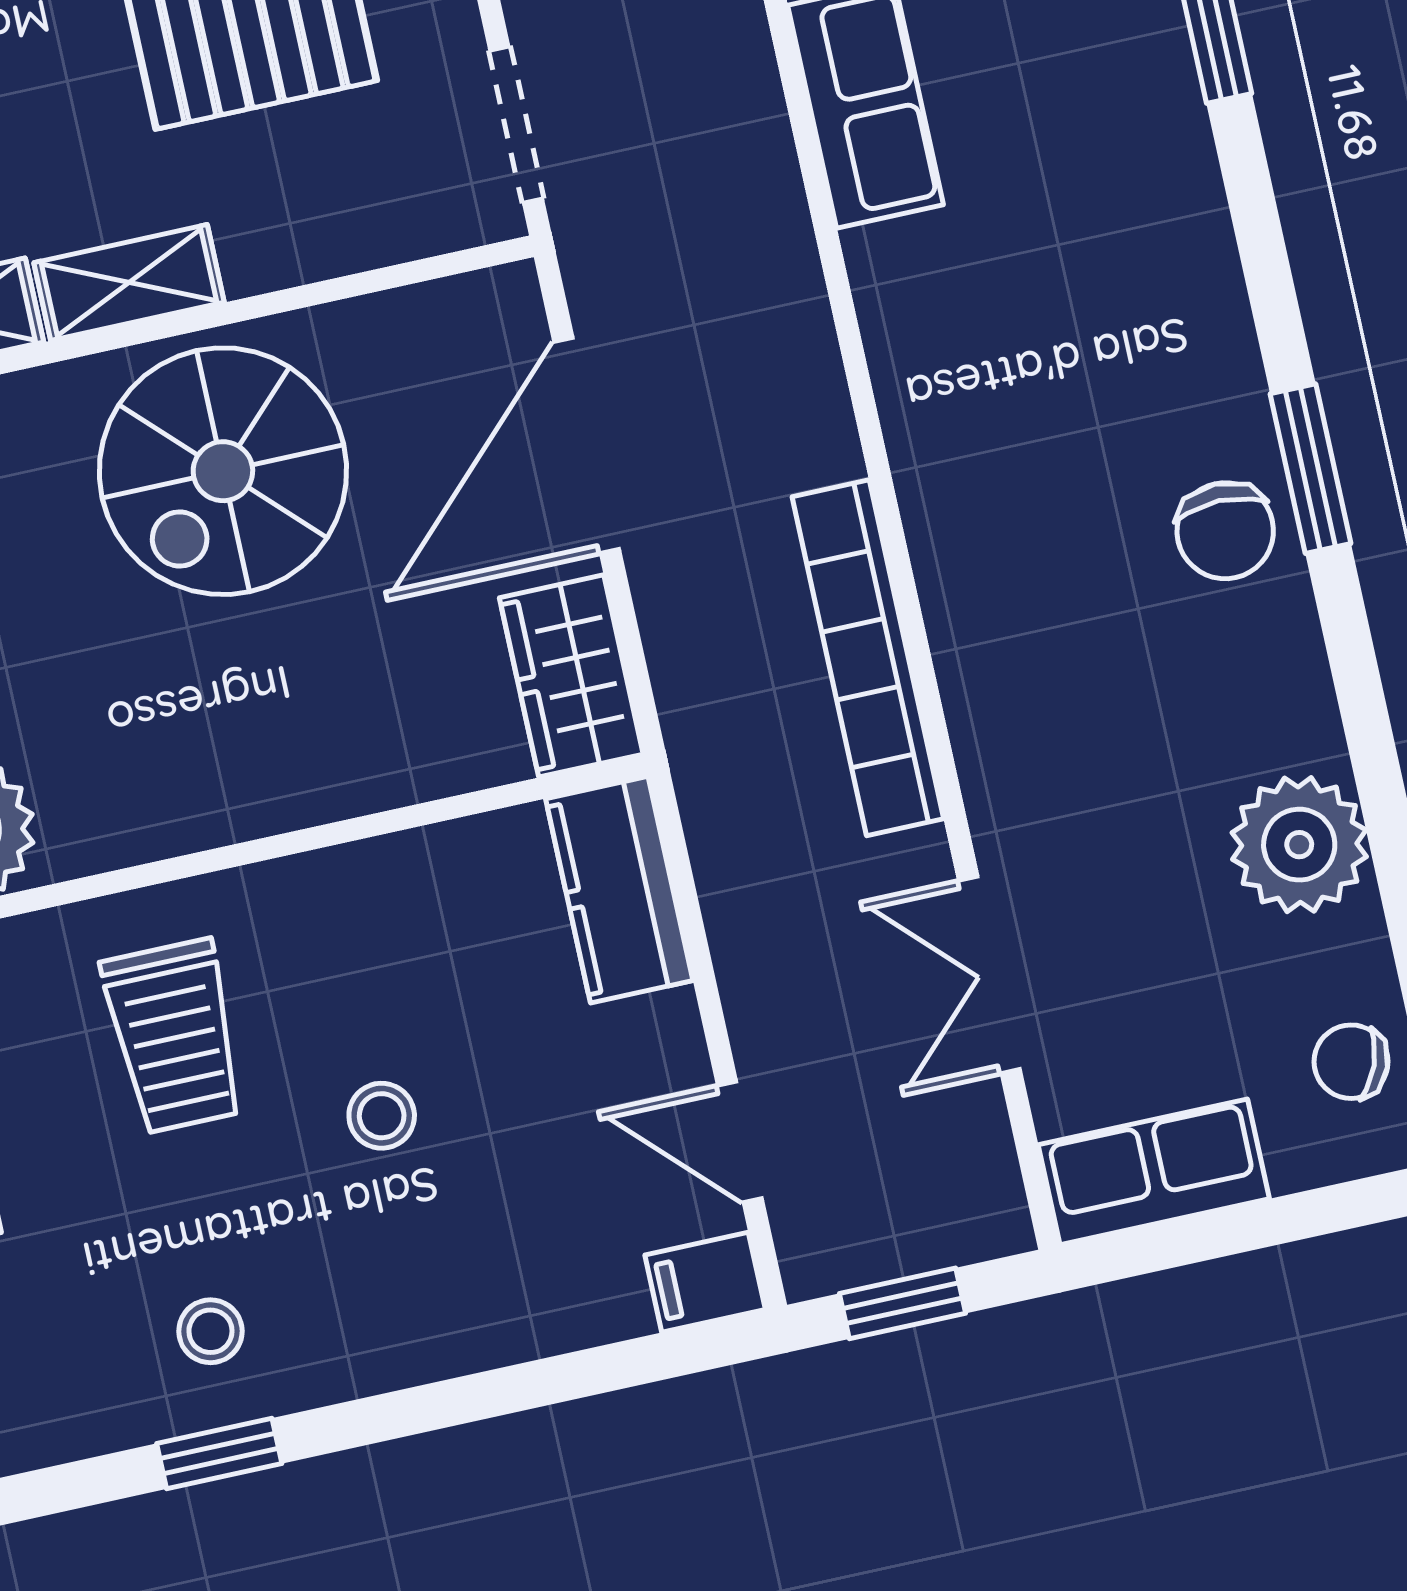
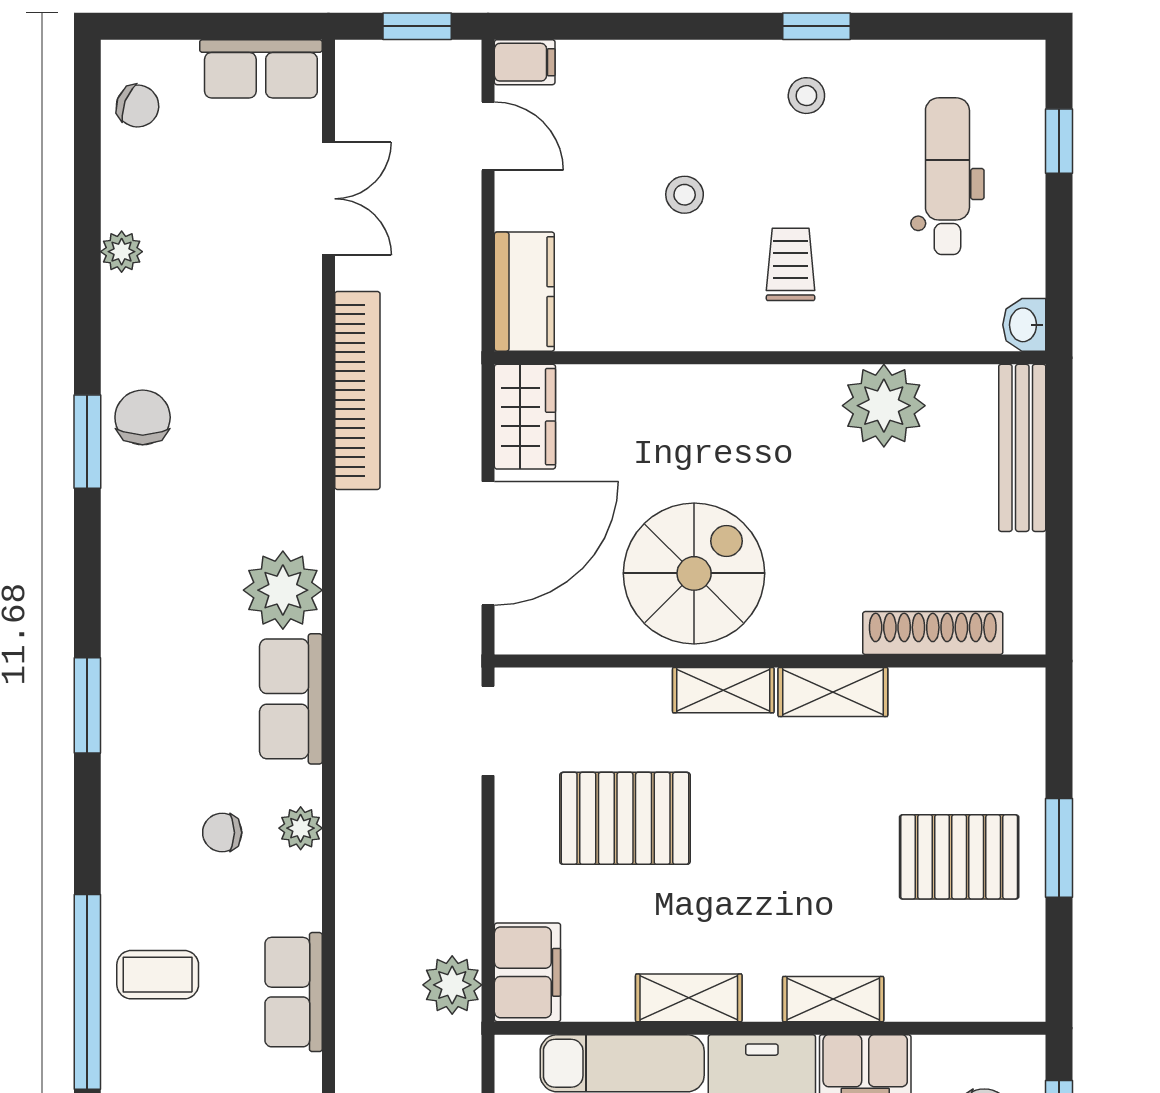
plant: (920, 288) -> (283, 590), added
plant: (1299, 845) -> (122, 252), width x0.53, depth x0.53
trolley: (174, 1036) -> (791, 264), width x0.73, depth x0.72

